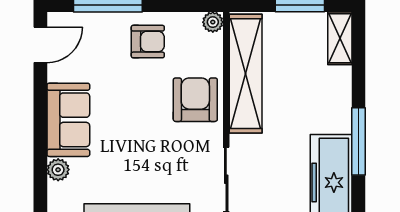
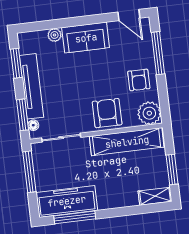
plant: (213, 22) -> (149, 113), width x1.87, depth x1.87
armchair: (195, 100) -> (107, 113), turned -90
window: (358, 141) -> (75, 217), moved

